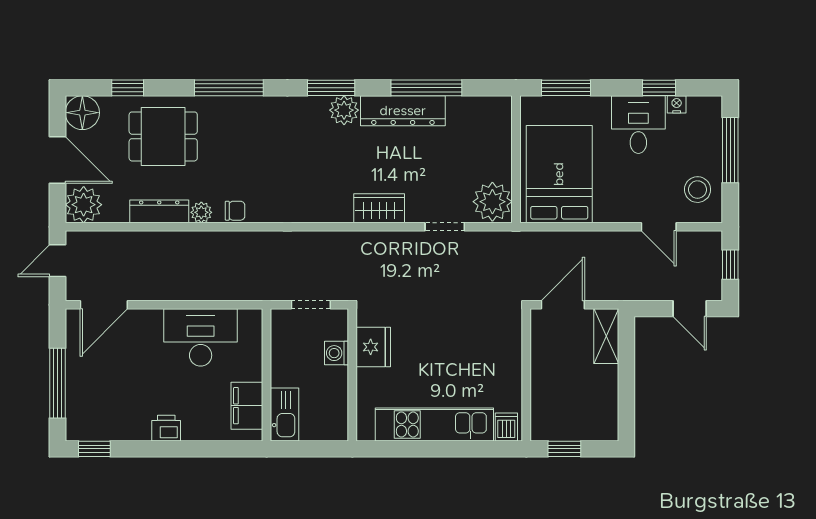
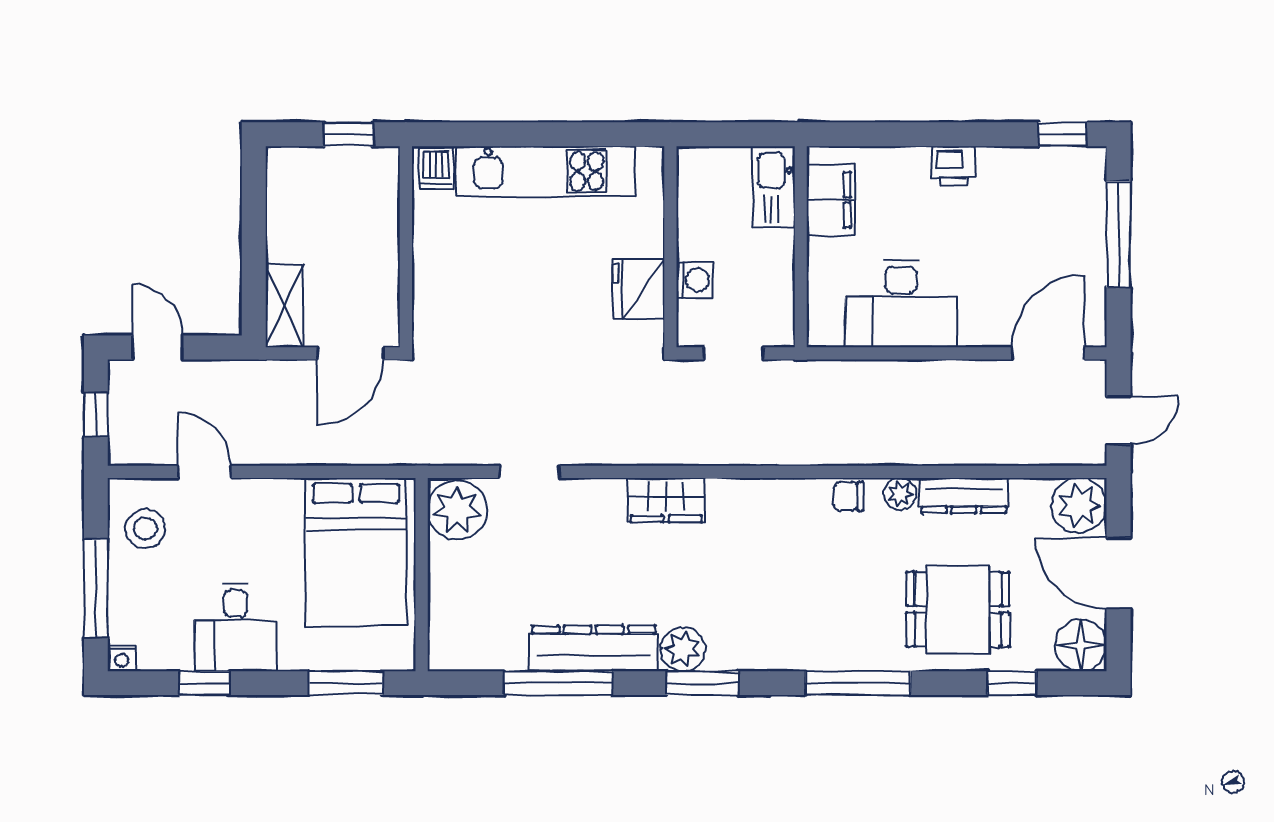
nightstand: (677, 104) -> (122, 658), moved
wardrobe: (379, 208) -> (666, 500), moved

